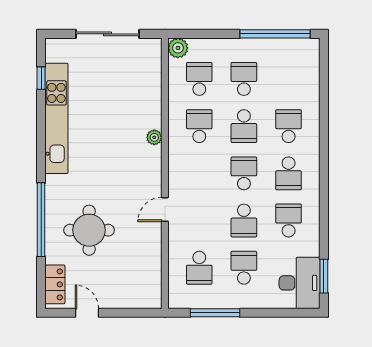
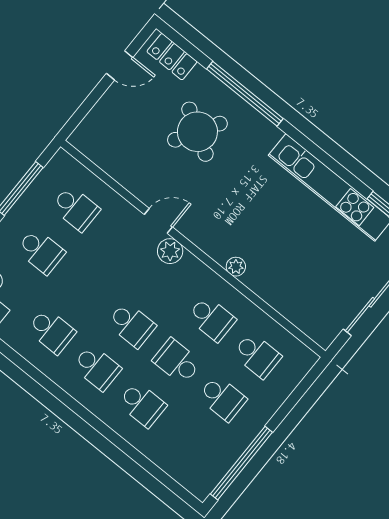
plant: (178, 48) -> (170, 251), moved
school desk: (289, 173) -> (97, 368), turned 180
door: (165, 209) -> (158, 221), hinge flipped
school desk: (244, 221) -> (86, 288), removed
round table: (89, 230) -> (197, 132), turned 31
school desk: (199, 268) -> (76, 208), turned 180

